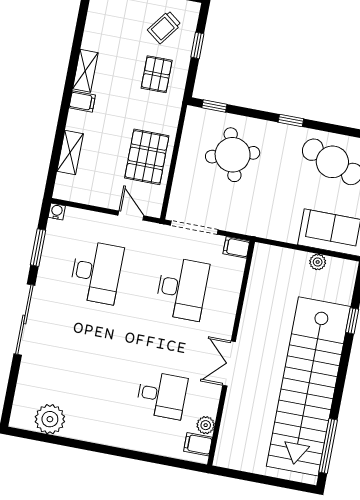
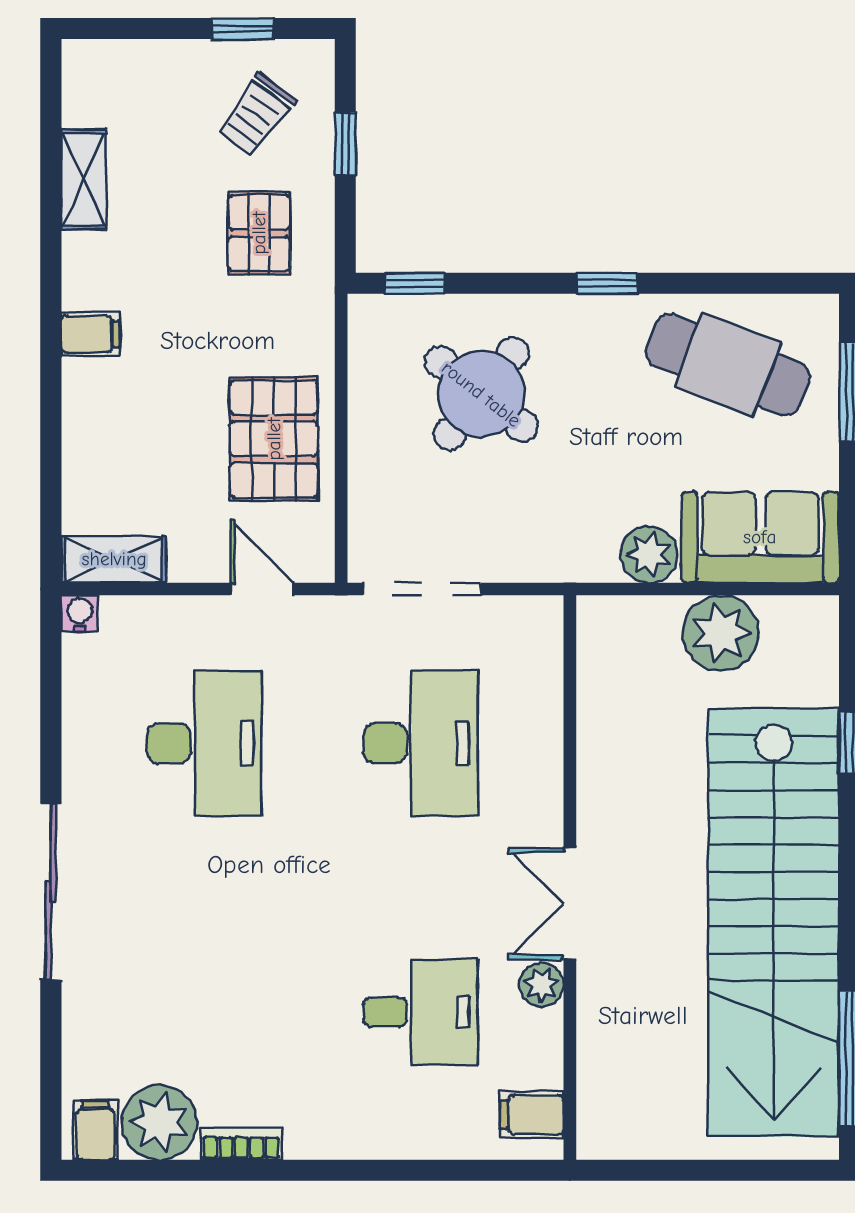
shelving: (85, 71) -> (84, 179), moved
shelving: (70, 152) -> (114, 559), moved, turned 90
round table: (233, 155) -> (481, 394), turned -36
plant: (287, 231) -> (649, 554), added
filing cabinet: (236, 247) -> (96, 1130), moved, turned 90
window: (38, 248) -> (51, 710), removed
plant: (318, 262) -> (721, 633), width x1.88, depth x1.88
plant: (206, 425) -> (541, 985), moved
bookcase: (81, 434) -> (241, 1144), added

